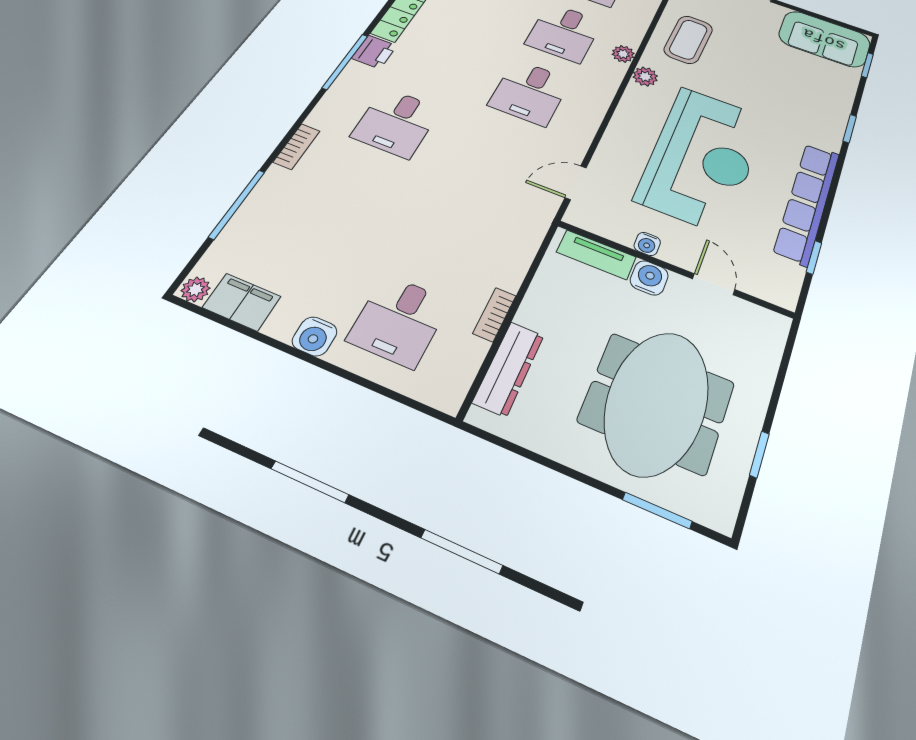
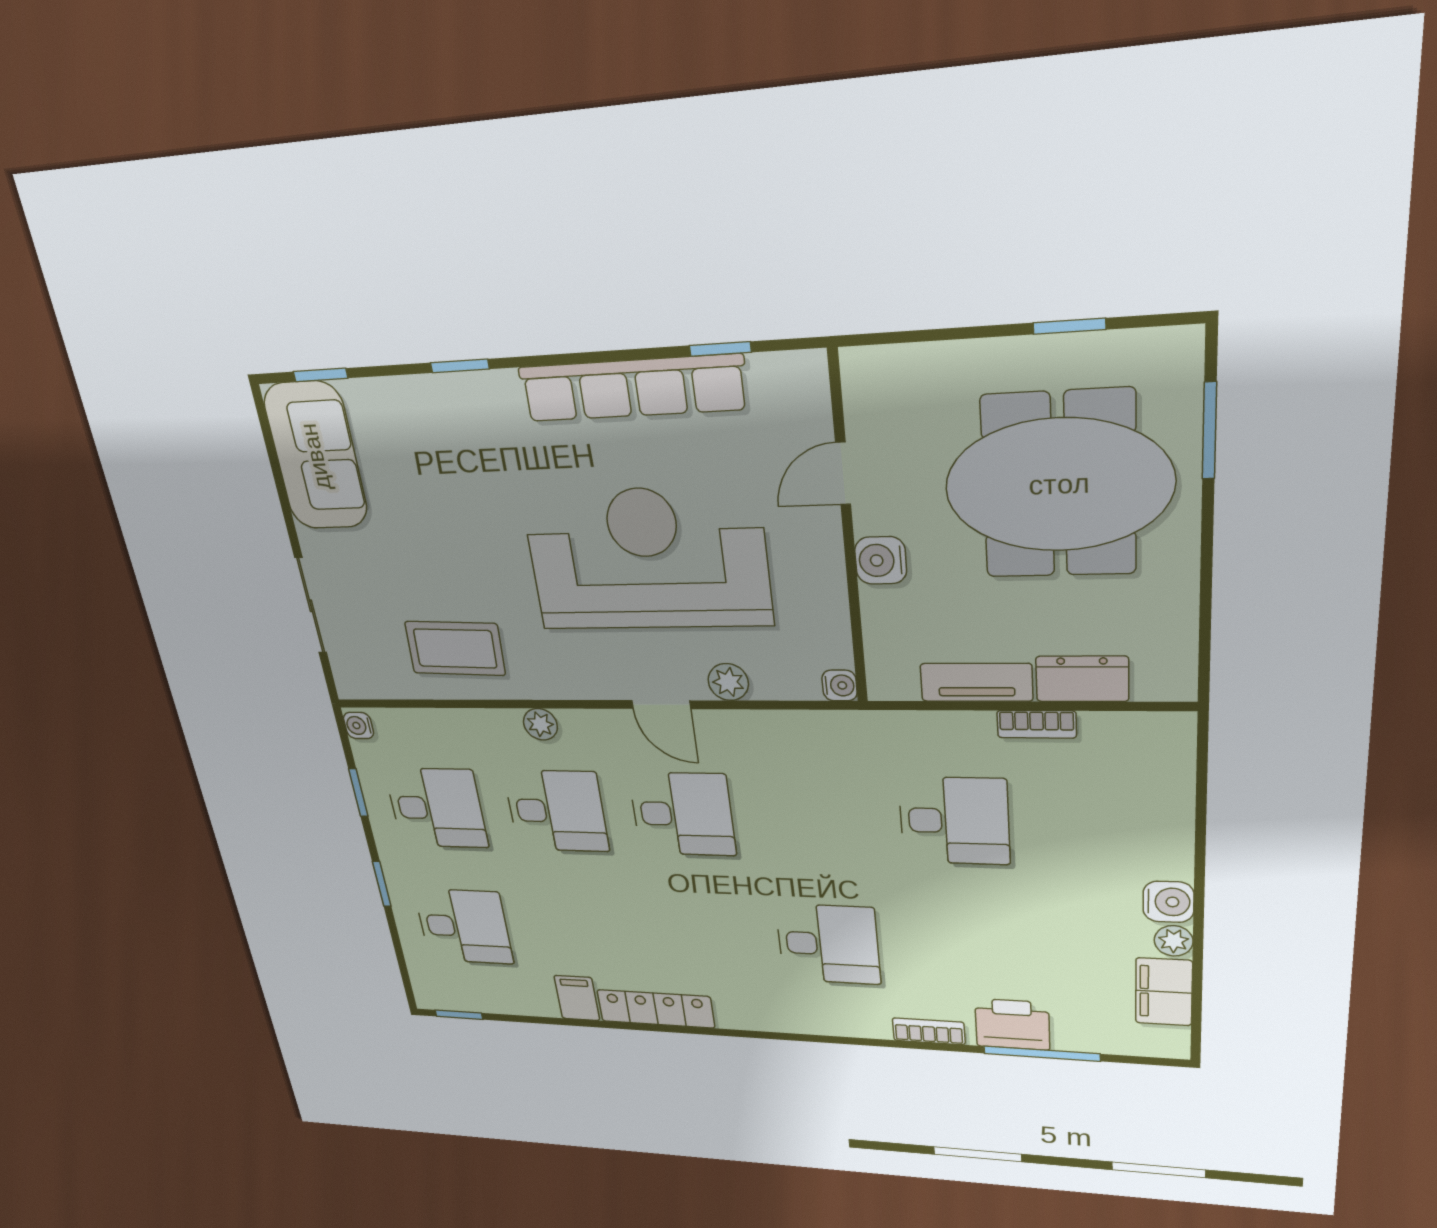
printer: (374, 52) -> (1012, 1024), moved, width x1.36, depth x1.24
window: (345, 62) -> (775, 1036), removed
plant: (645, 76) -> (728, 682), moved
door: (576, 183) -> (661, 705), moved
water cooler: (647, 244) -> (840, 685), moved
tv unit: (596, 255) -> (976, 682), moved, turned -90
plant: (196, 289) -> (1174, 941), moved
desk: (399, 320) -> (954, 821), moved
dresser: (509, 369) -> (1082, 679), width x0.70

